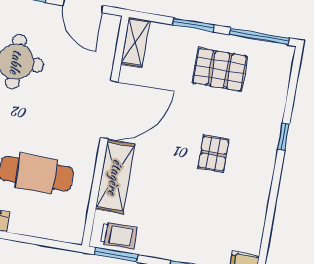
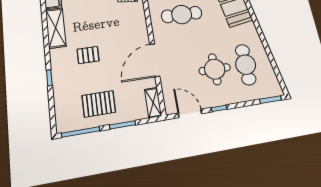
pallet: (213, 154) -> (88, 55), turned 90
shelving: (115, 177) -> (56, 28), moved

